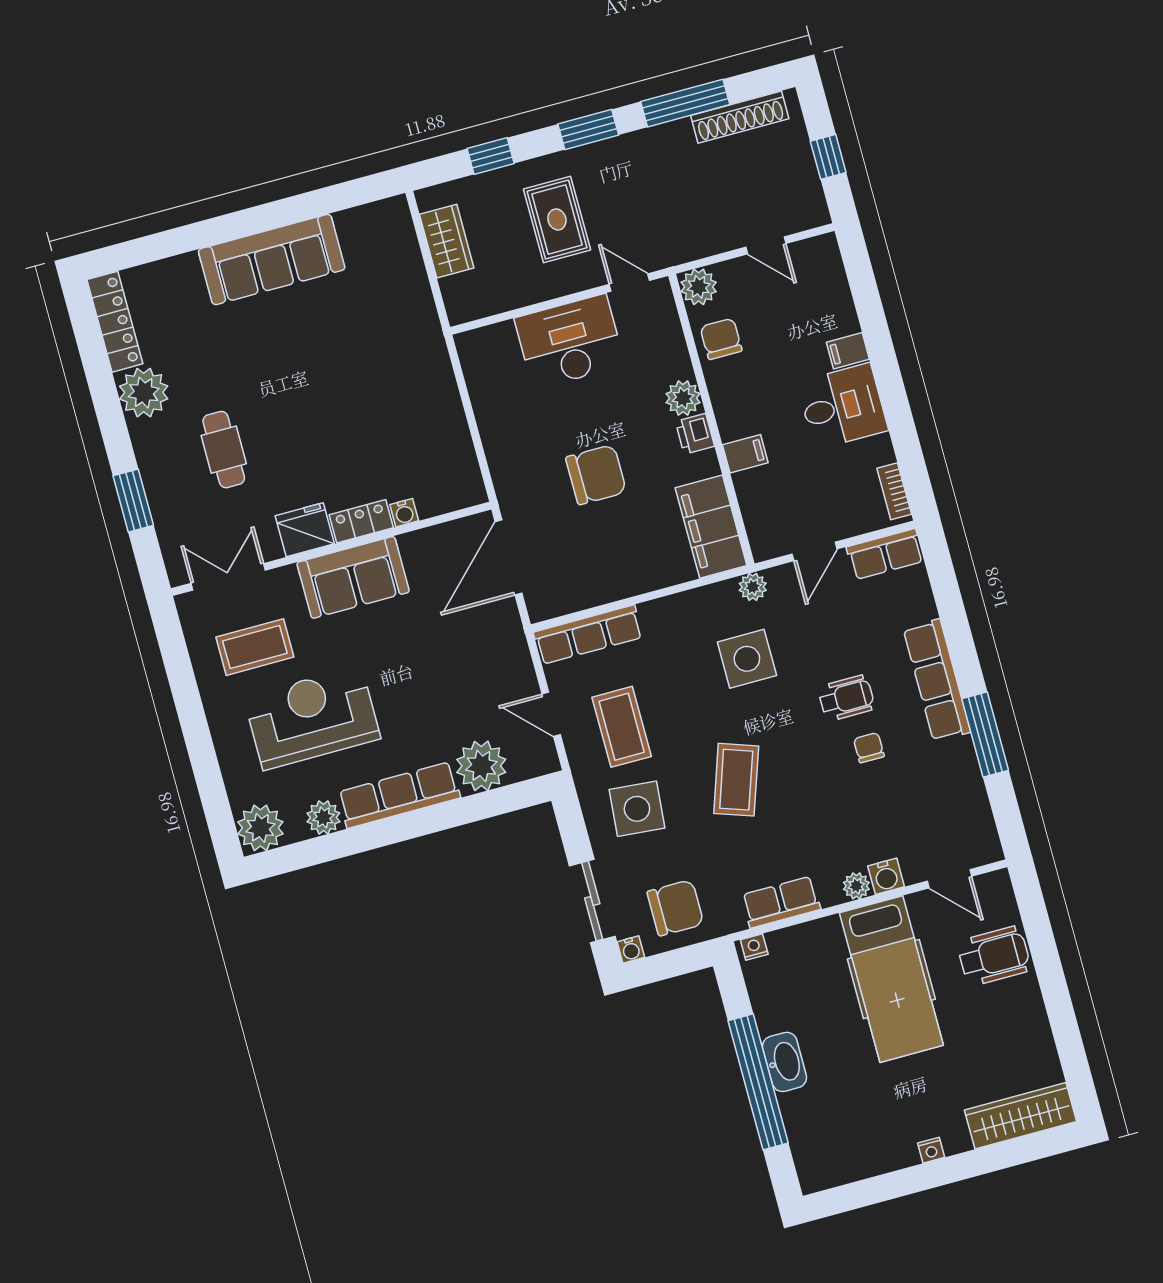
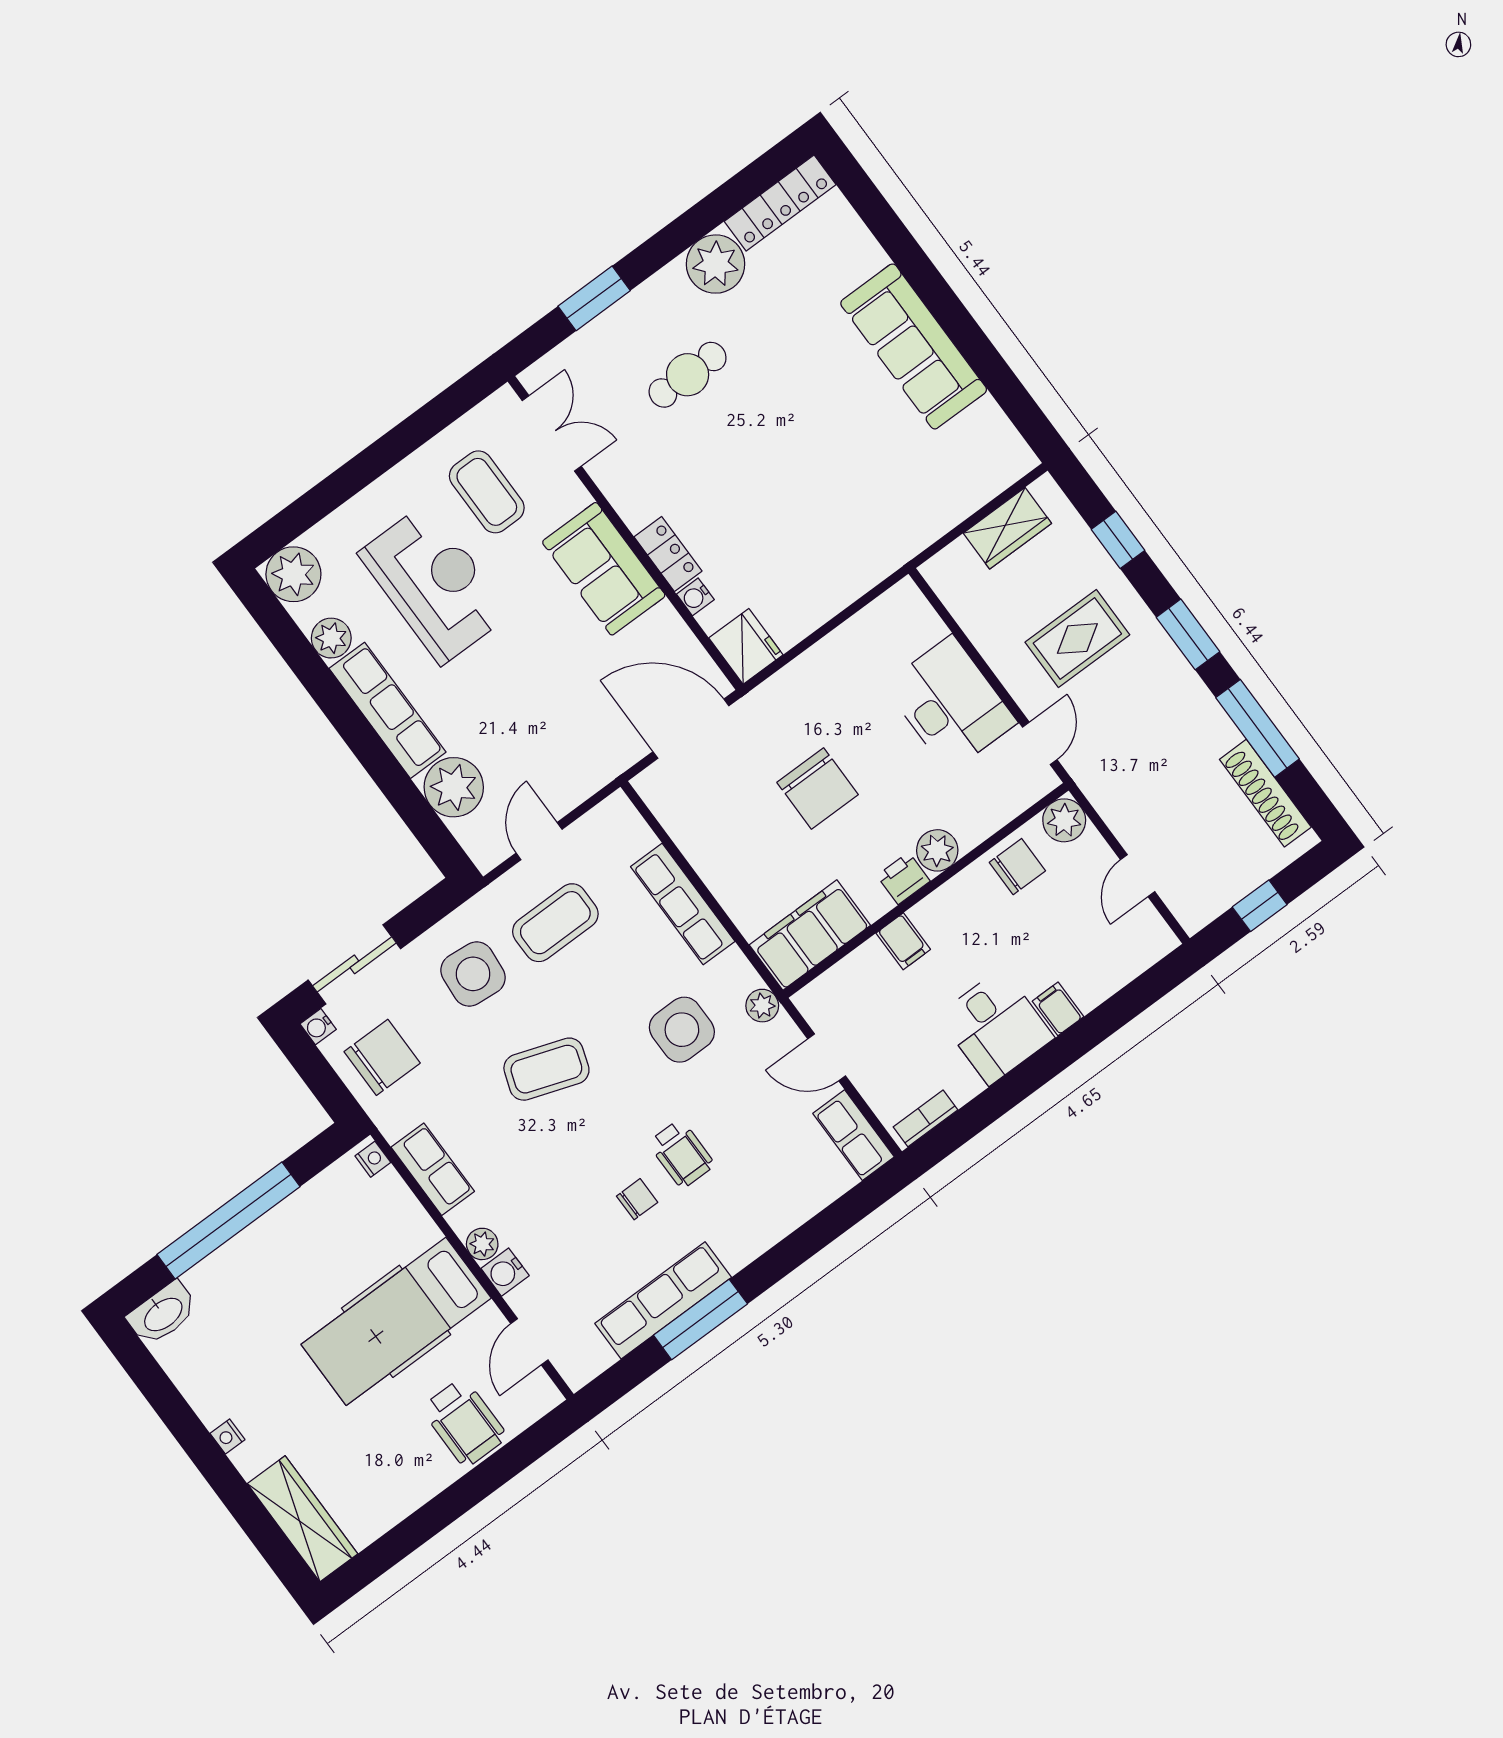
fridge: (305, 530) -> (746, 646), moved
row of seats: (588, 635) -> (683, 904), moved
row of seats: (937, 680) -> (663, 1300), moved
chair: (675, 908) -> (382, 1057), turned -90
washbasin: (785, 1062) -> (163, 1314), moved

